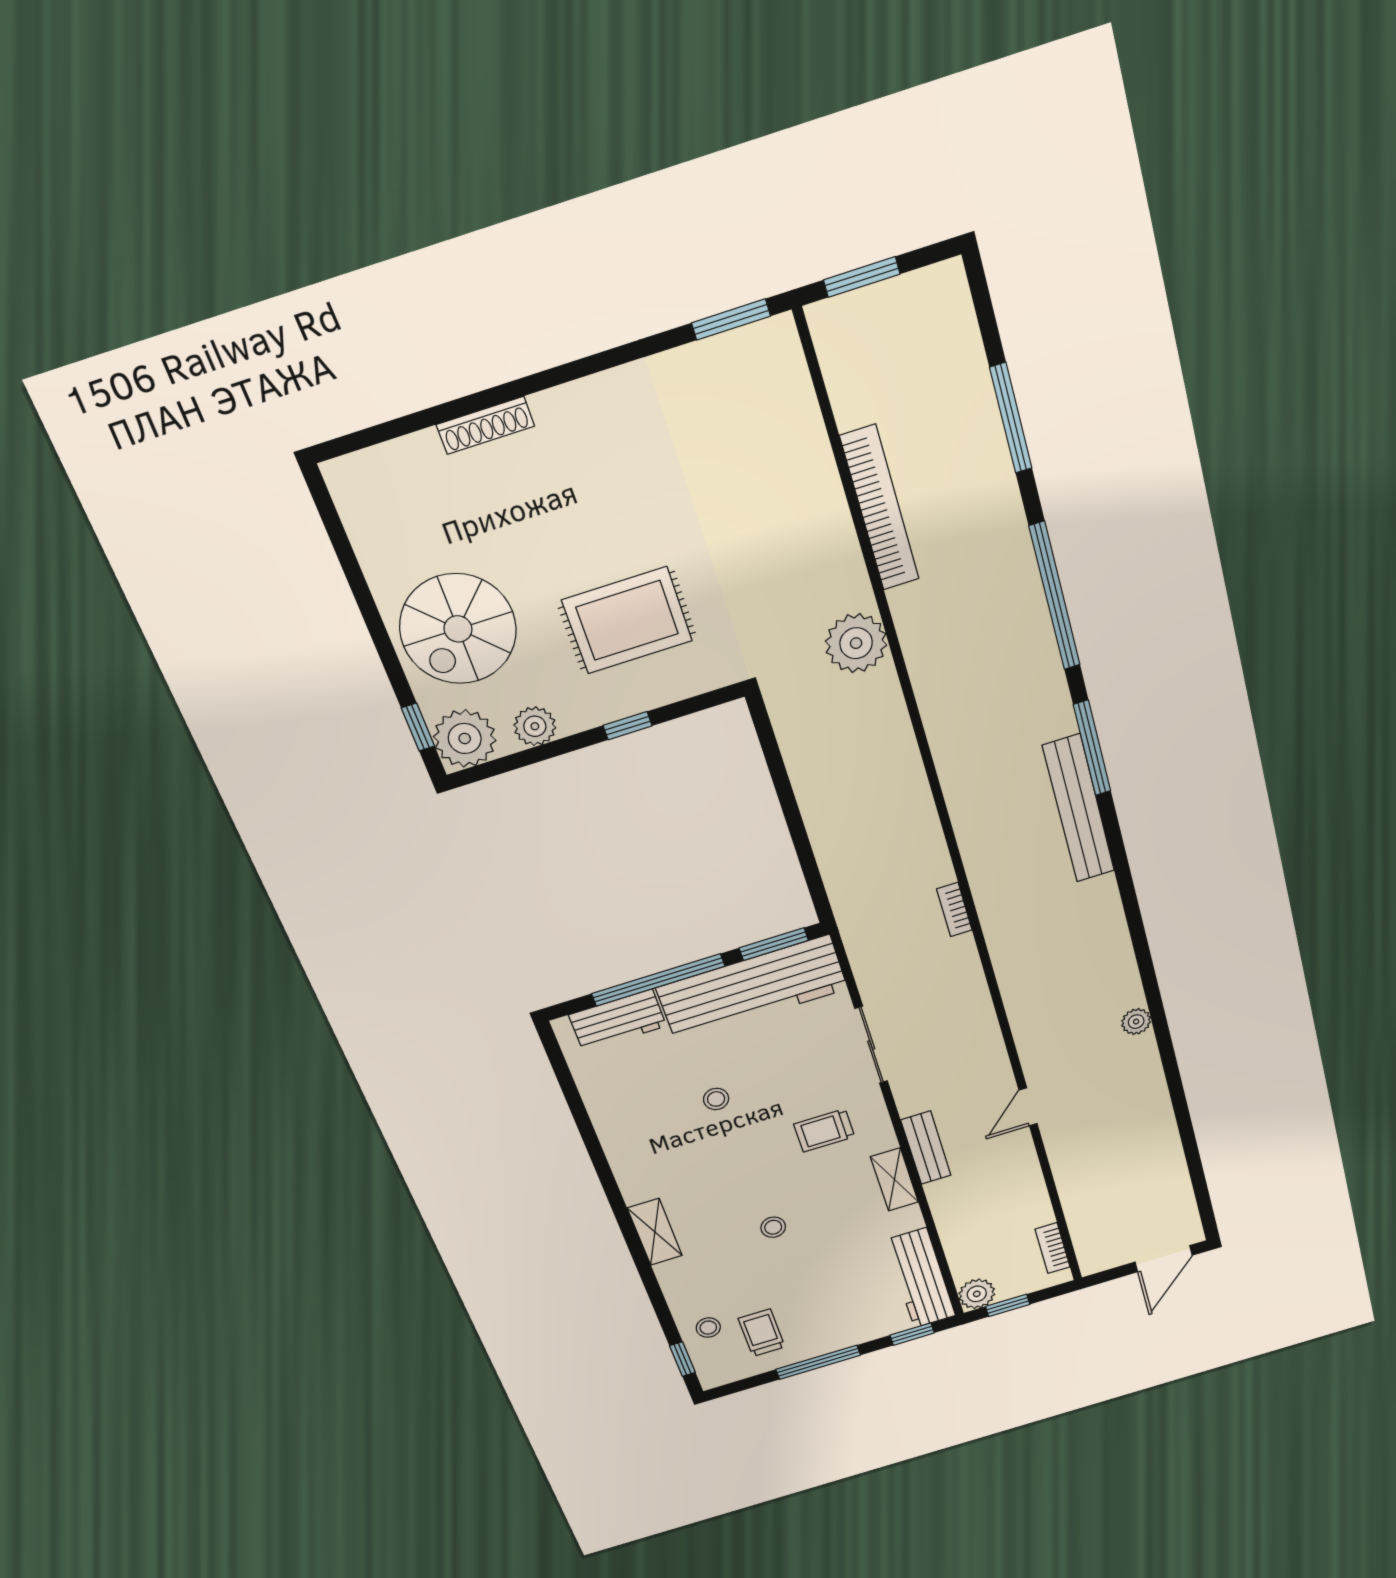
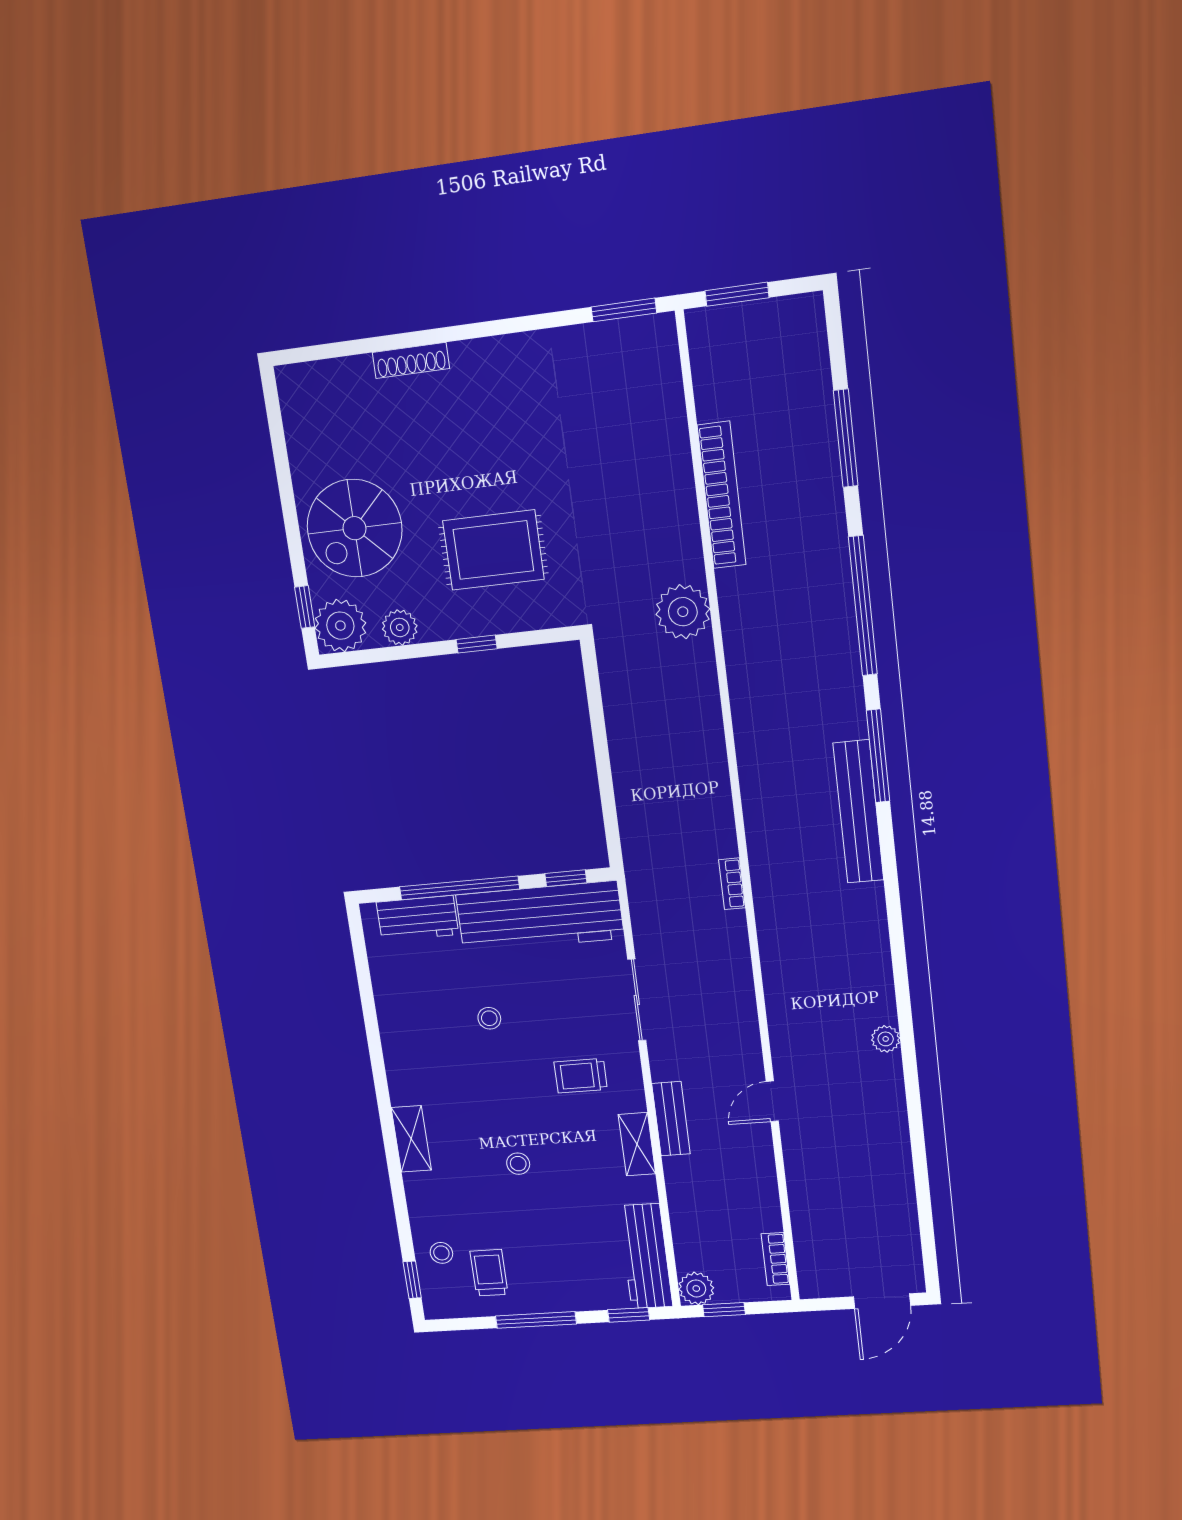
window: (774, 944) -> (566, 878), width x0.67

